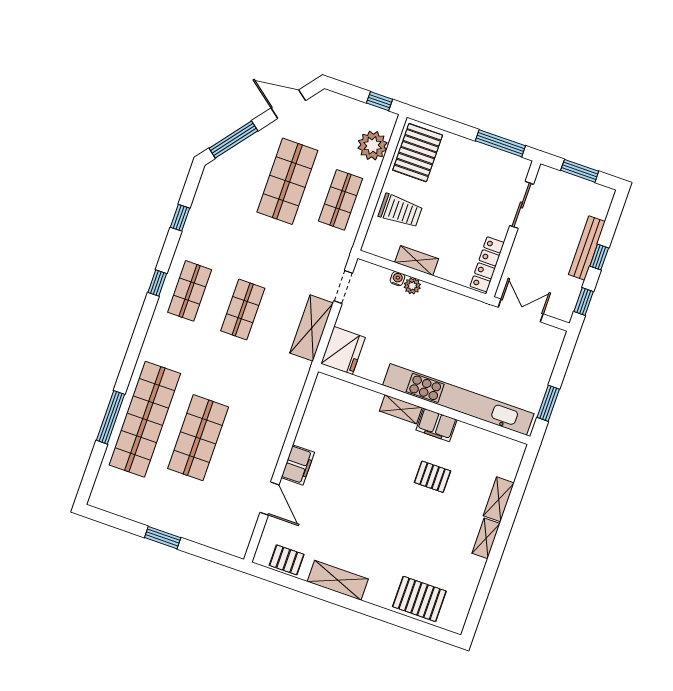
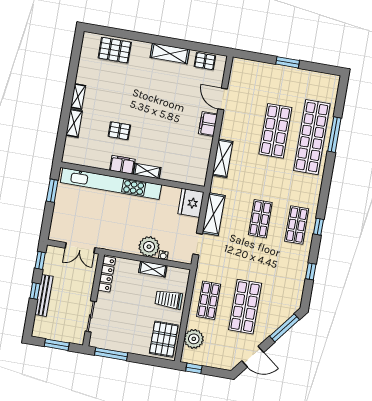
plant: (412, 286) -> (149, 247), width x1.88, depth x1.88
shelving: (284, 410) -> (222, 158), added

